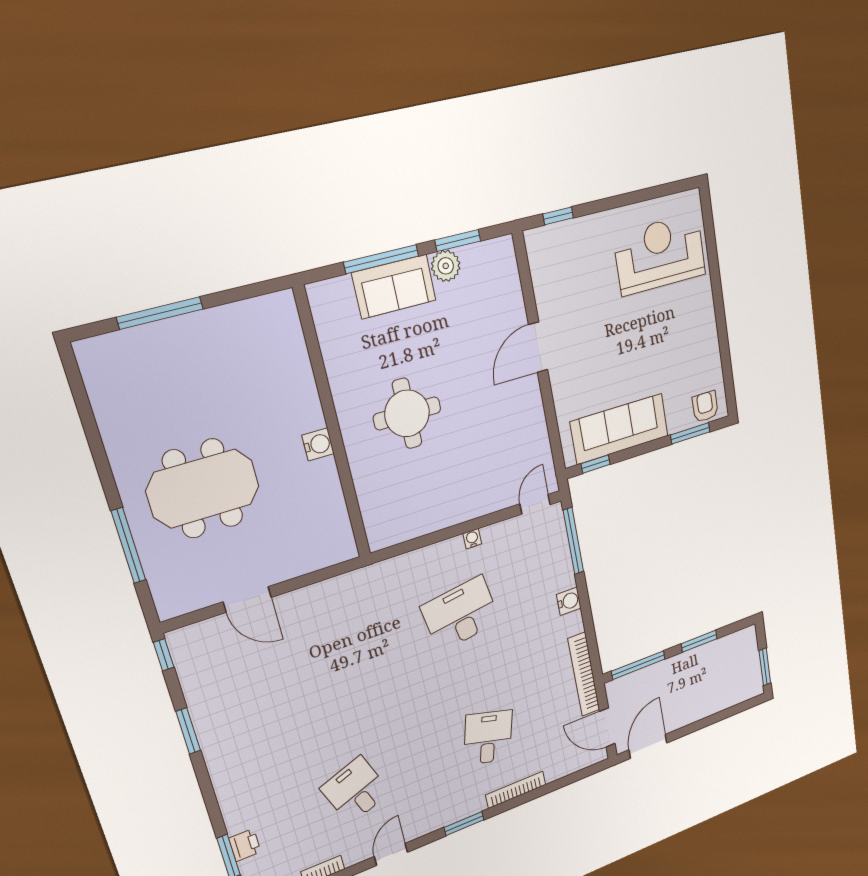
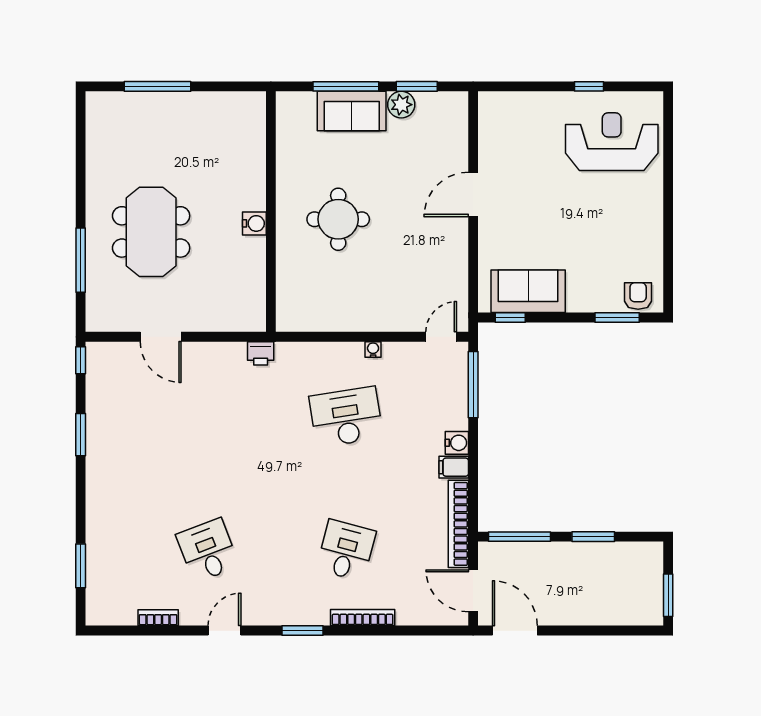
window: (558, 216) -> (589, 86), moved
sofa: (620, 429) -> (528, 291), width x0.73
meeting table: (203, 489) -> (151, 232), turned 90
filing cabinet: (570, 625) -> (454, 467), added
door: (648, 746) -> (515, 631), hinge flipped
printer: (245, 845) -> (261, 353), moved, turned 90

